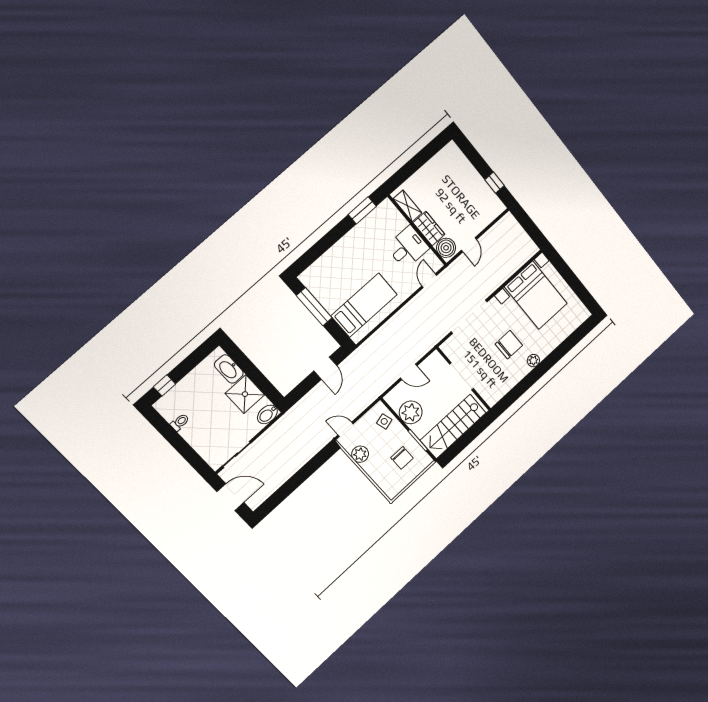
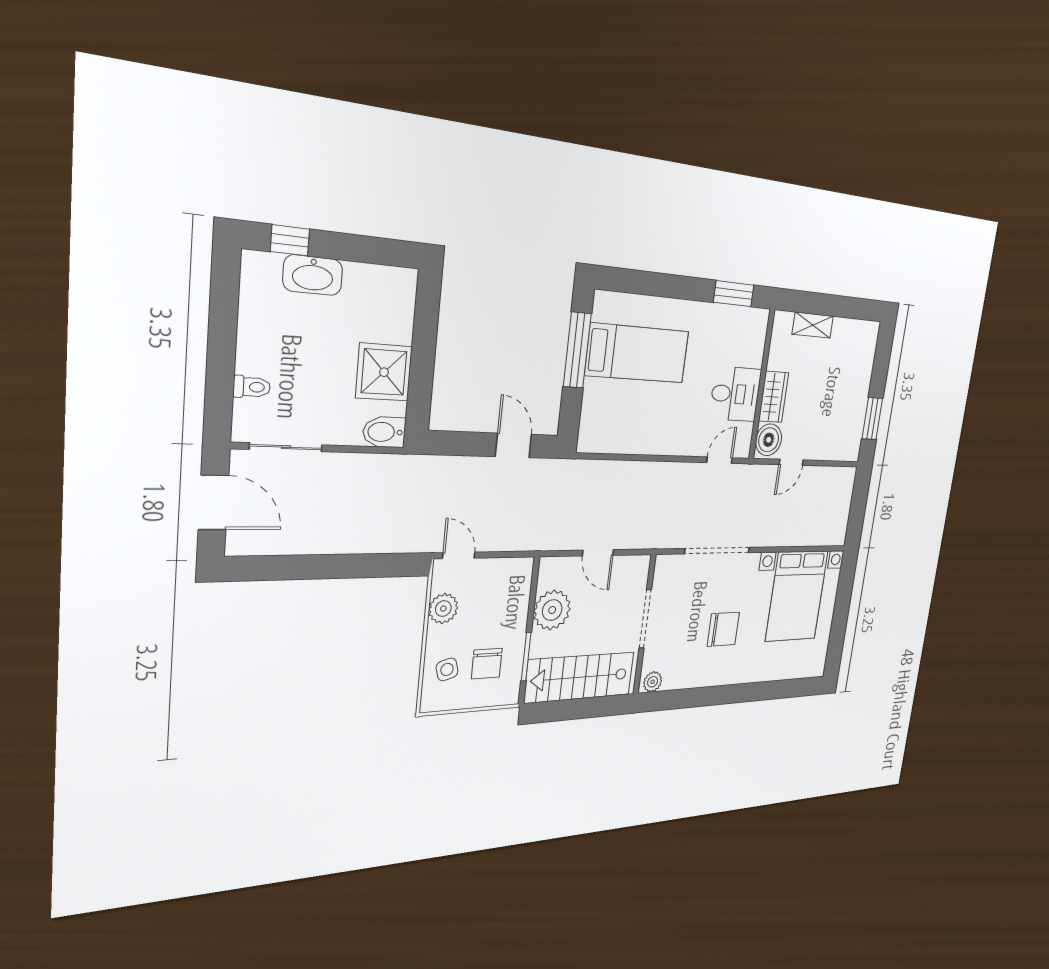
window: (494, 183) -> (872, 419), width x1.50
shelving: (408, 206) -> (813, 325), moved, turned 90
bed: (364, 305) -> (637, 353), moved
plant: (533, 361) -> (653, 682), moved
door: (325, 368) -> (513, 445), swing flipped
washbasin: (229, 369) -> (313, 275), moved, turned -90
side table: (384, 421) -> (447, 669), moved
toilet: (180, 422) -> (252, 387), moved

